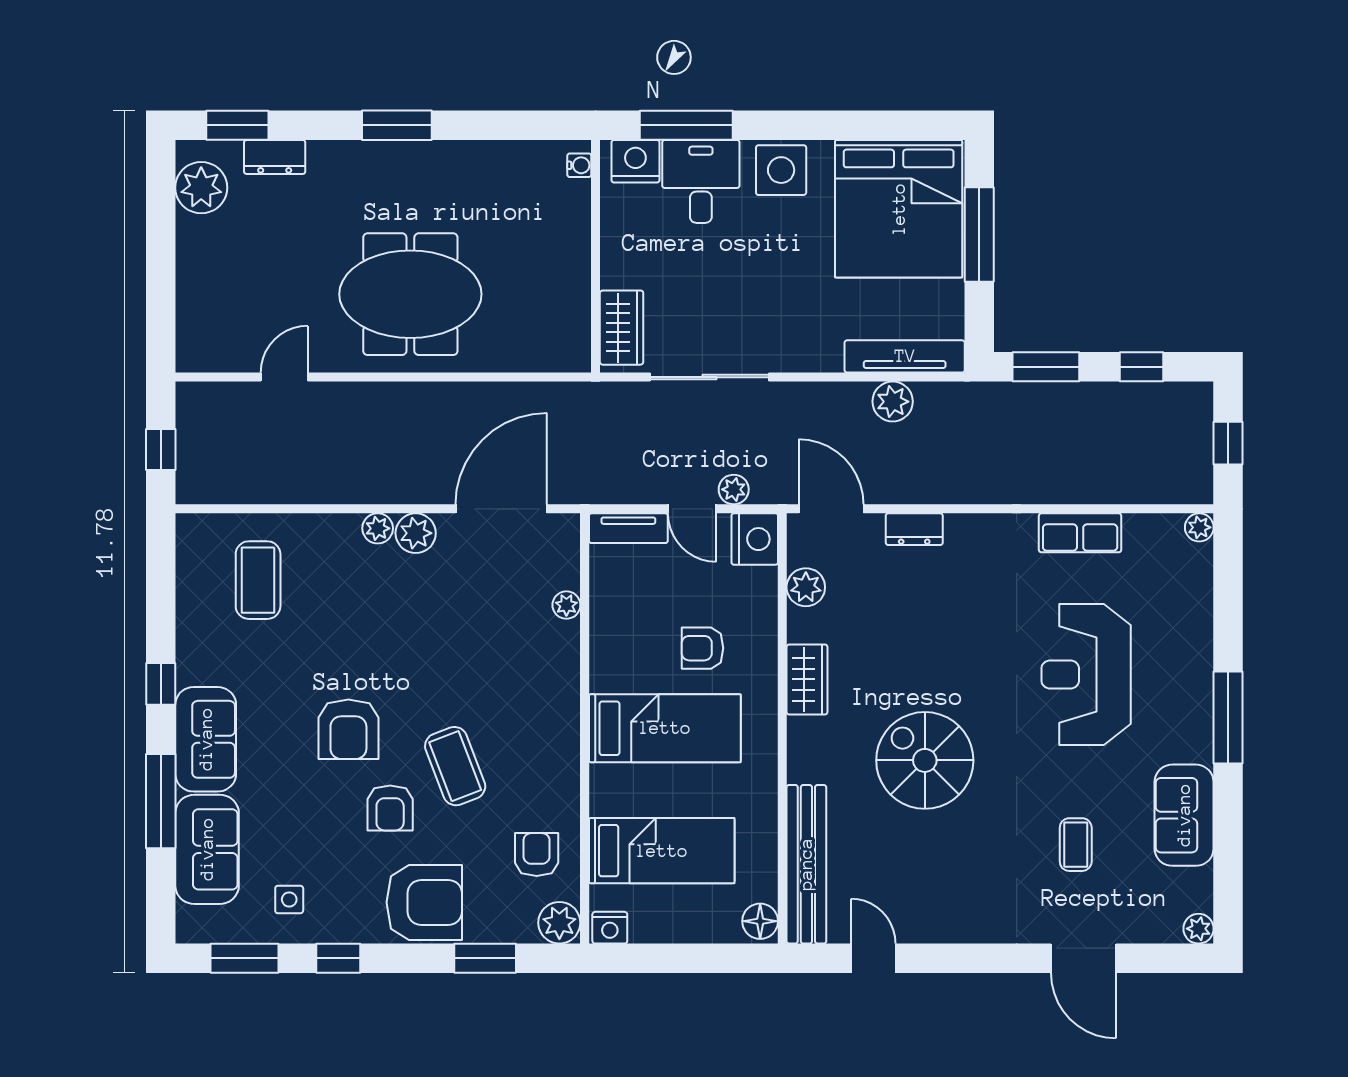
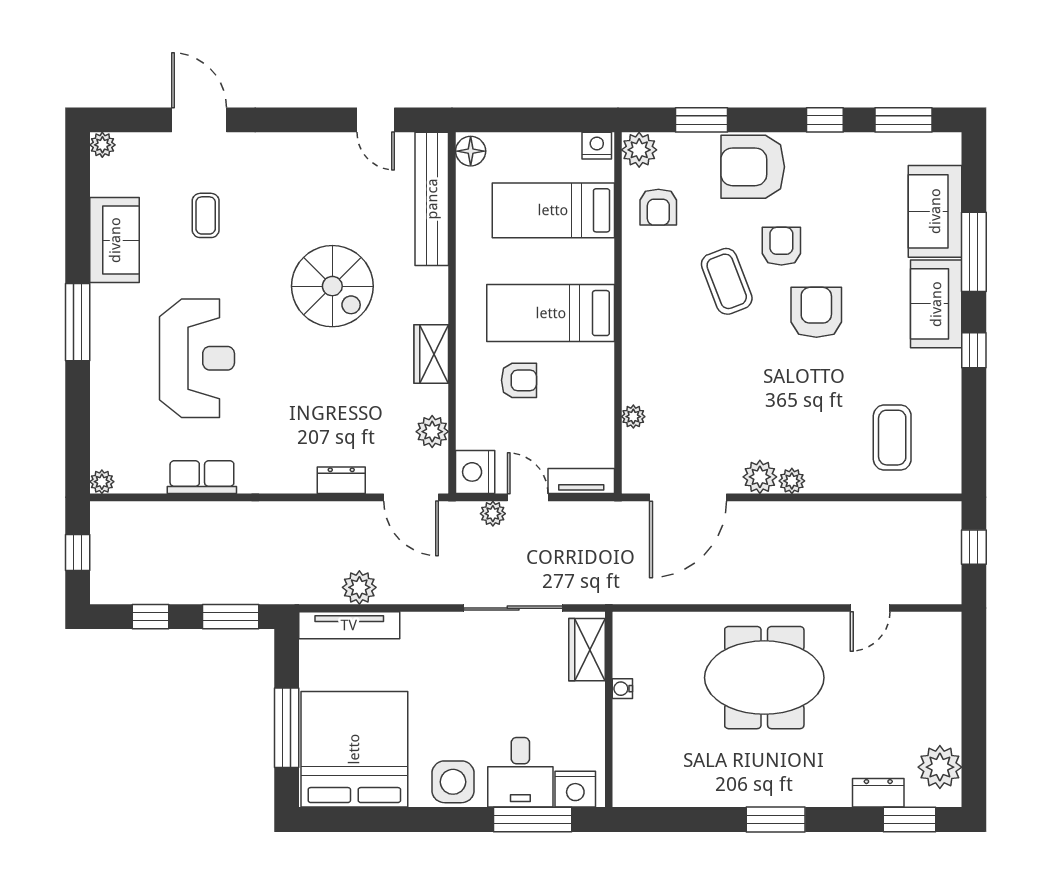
water cooler: (579, 165) -> (622, 689), moved
side table: (289, 899) -> (866, 169), removed

